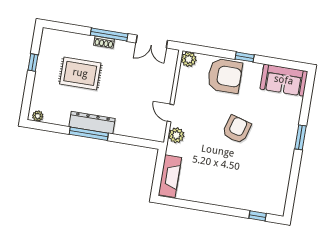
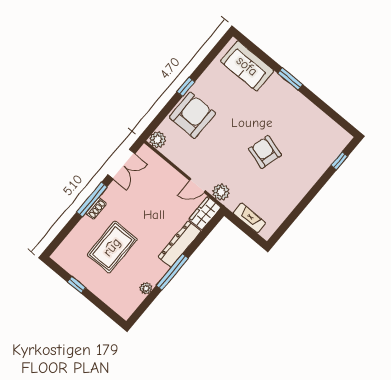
sofa: (284, 80) -> (247, 66), moved, turned 90
plant: (38, 116) -> (146, 288), moved
dresser: (92, 123) -> (179, 244), moved
armchair: (237, 129) -> (265, 152), moved
wardrobe: (152, 132) -> (205, 213), added
fireplace: (170, 176) -> (249, 218), width x0.73, depth x0.76

